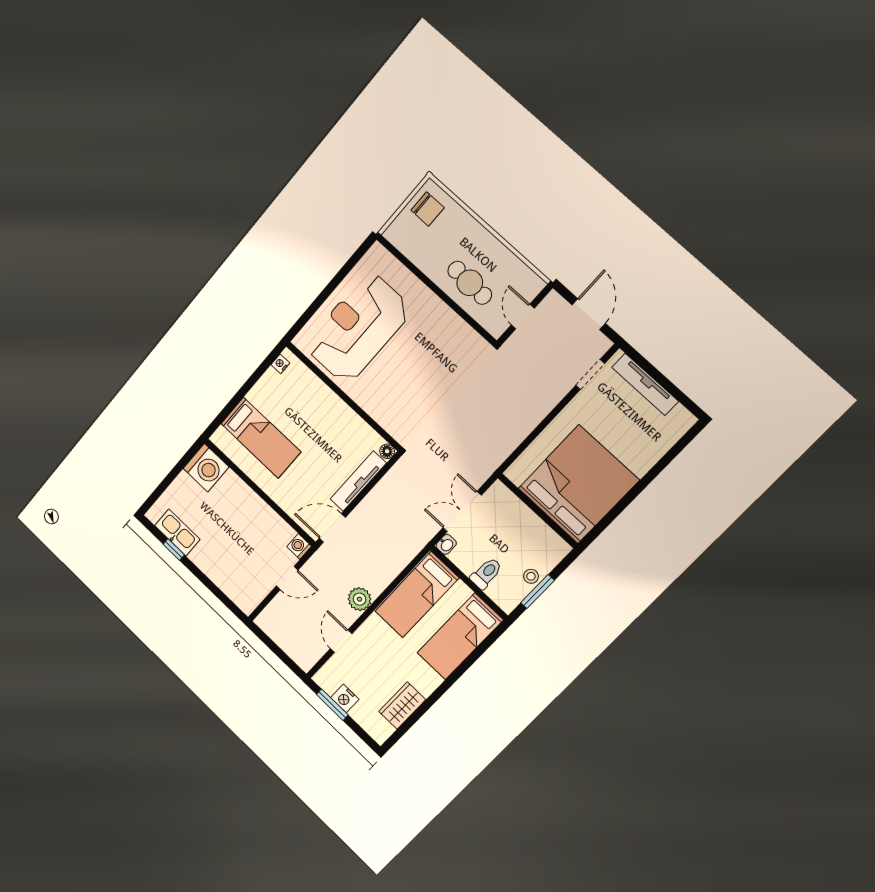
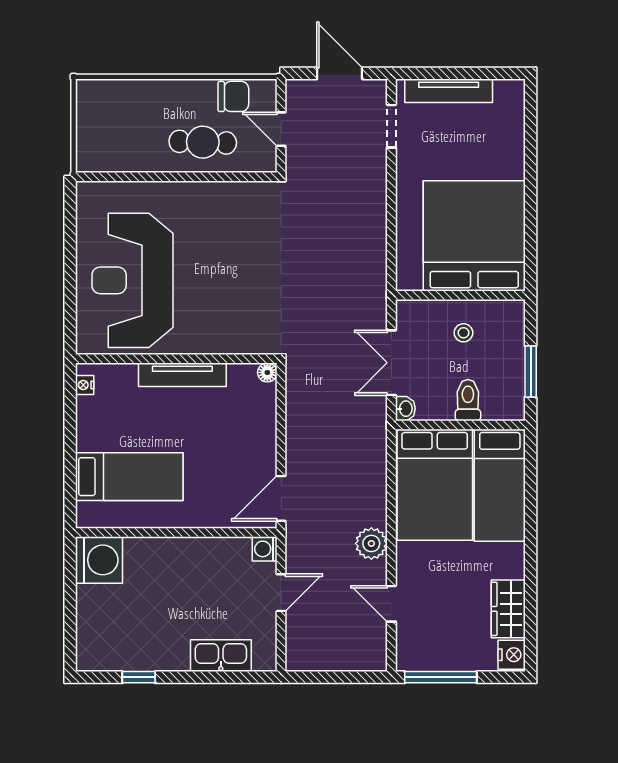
chair: (428, 209) -> (233, 96), moved
tv unit: (358, 481) -> (182, 375), moved, turned -90
kitchen sink: (177, 533) -> (221, 656), moved
stool: (531, 576) -> (463, 333), moved
bed: (417, 595) -> (435, 485), width x1.50
nightstand: (345, 698) -> (512, 655), moved, turned -90
window: (332, 705) -> (441, 677), width x1.44

